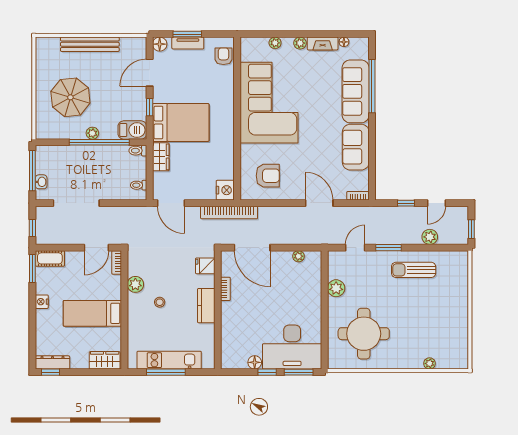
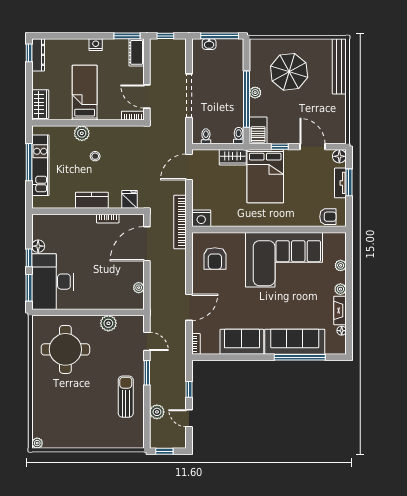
bench: (90, 44) -> (339, 66), moved
doorway: (76, 203) -> (189, 96), moved
plant: (135, 284) -> (82, 133), moved
plant: (430, 363) -> (37, 443), moved

